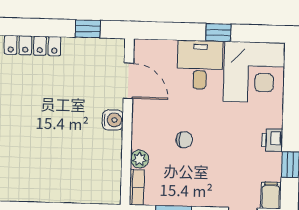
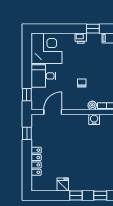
window: (218, 32) -> (27, 95), moved
water cooler: (113, 120) -> (94, 119), moved

